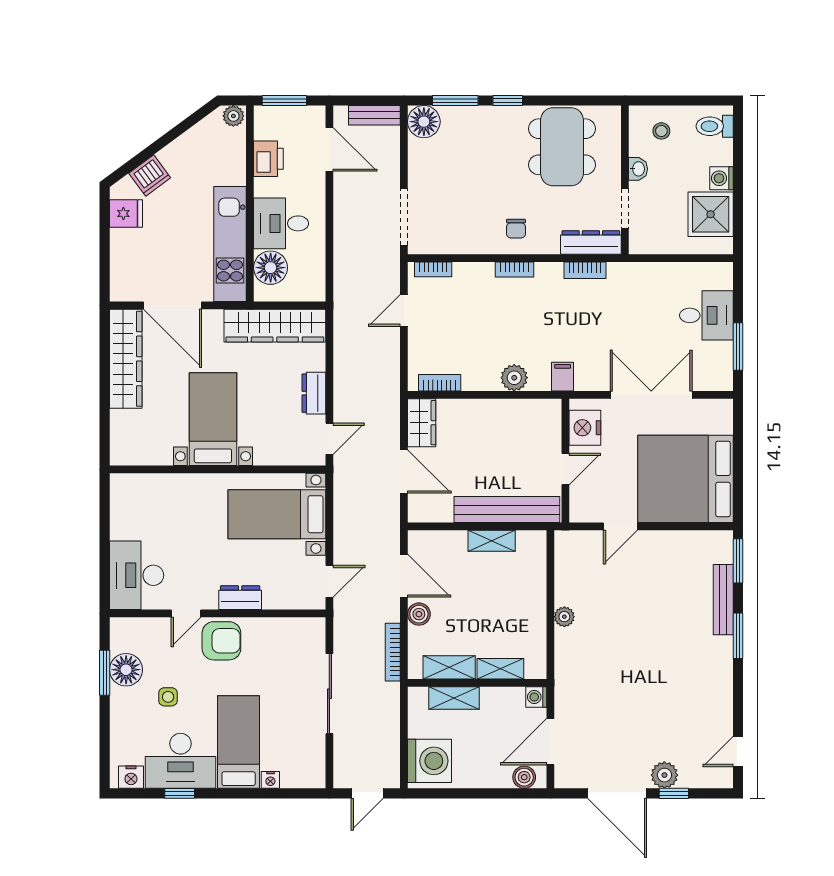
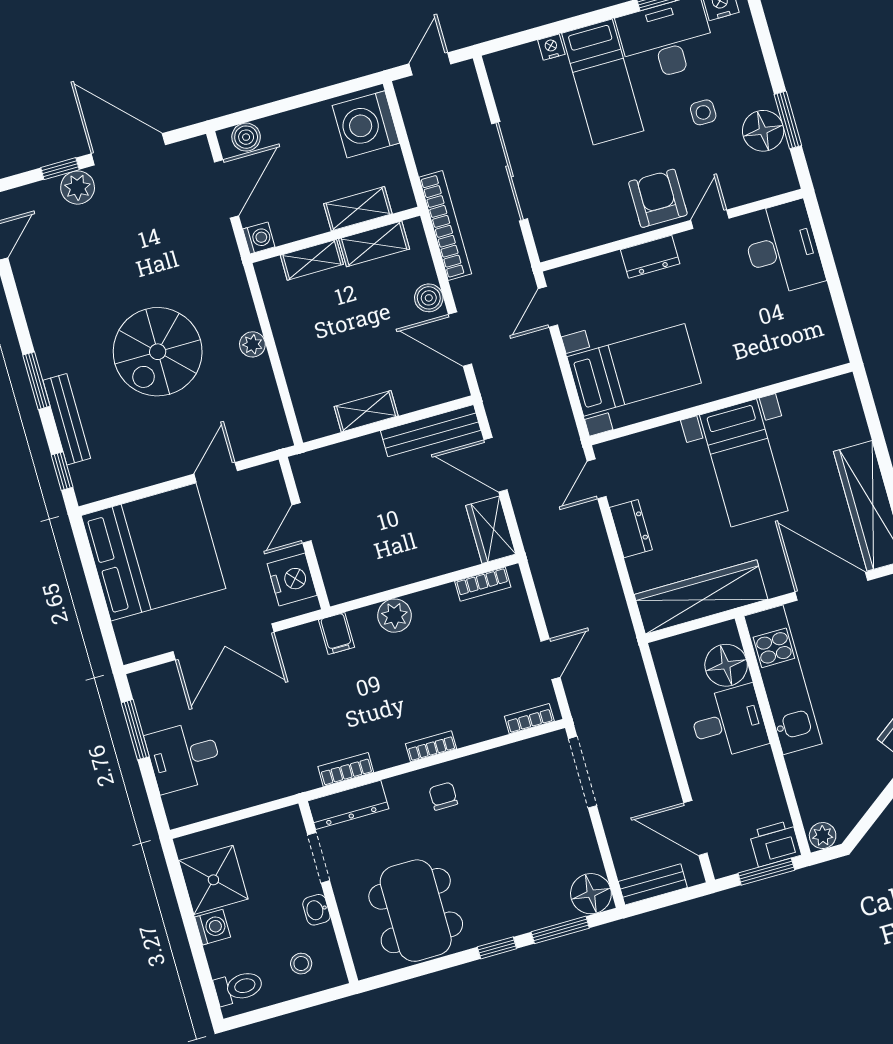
printer: (268, 159) -> (775, 843), moved, turned 90
bench: (507, 510) -> (431, 431), moved, width x0.73, depth x0.82
window: (738, 561) -> (62, 471), width x0.67
spiral stairs: (639, 632) -> (158, 352), added
armchair: (221, 641) -> (658, 198), turned 90
bookcase: (393, 652) -> (445, 226), width x1.48, depth x1.31

